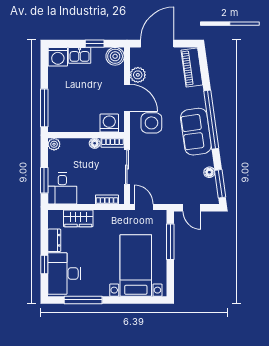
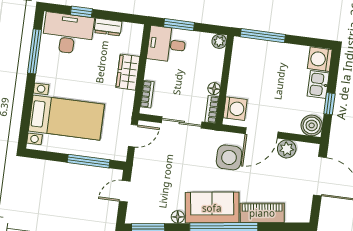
piano: (192, 67) -> (262, 213), moved
floor lamp: (209, 172) -> (178, 217), moved
wardrobe: (78, 218) -> (128, 72), moved

